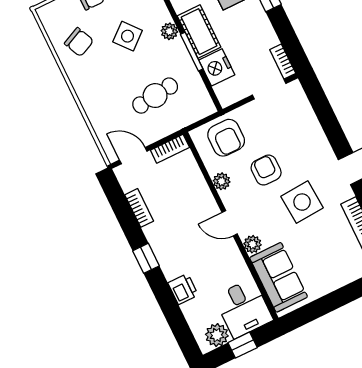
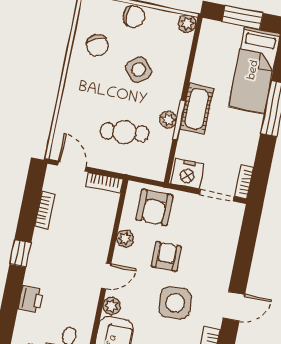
plant: (169, 31) -> (168, 120), moved
nightstand: (217, 67) -> (187, 174), moved, turned -90
door: (230, 223) -> (106, 276), swing flipped

